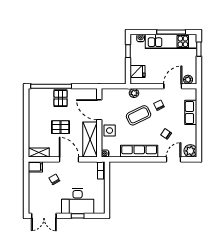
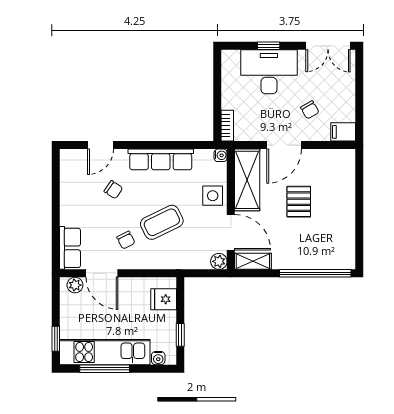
door: (173, 86) -> (102, 273), hinge flipped
plant: (134, 93) -> (219, 261), moved
pallet: (61, 98) -> (299, 253), removed
row of seats: (191, 112) -> (70, 248), moved
pallet: (61, 127) -> (299, 202), turned 90
plant: (190, 151) -> (71, 160), removed
shelving: (39, 152) -> (253, 261), moved
door: (69, 159) -> (284, 145), hinge flipped
double door: (44, 216) -> (328, 46), swing flipped

